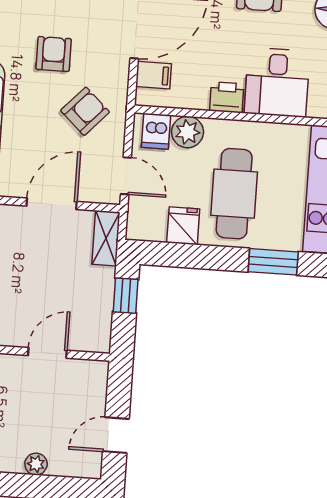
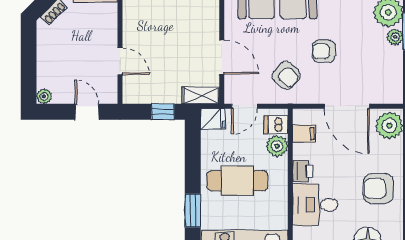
armchair: (54, 54) -> (324, 51), turned 180
filing cabinet: (154, 75) -> (304, 134), moved, turned -90
fridge: (183, 226) -> (213, 119), moved
door: (116, 435) -> (87, 112), moved
plant: (36, 464) -> (44, 96), moved

